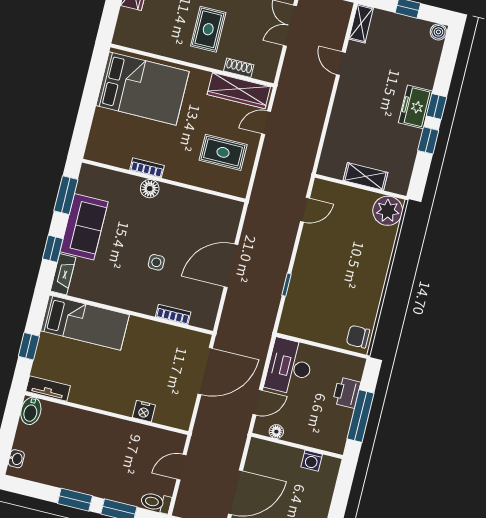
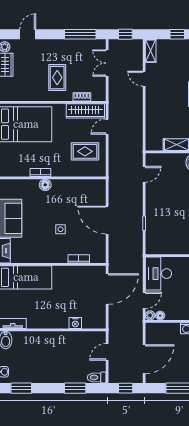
door: (231, 266) -> (107, 220), hinge flipped
plant: (261, 428) -> (150, 315), added
window: (75, 500) -> (21, 388), moved

